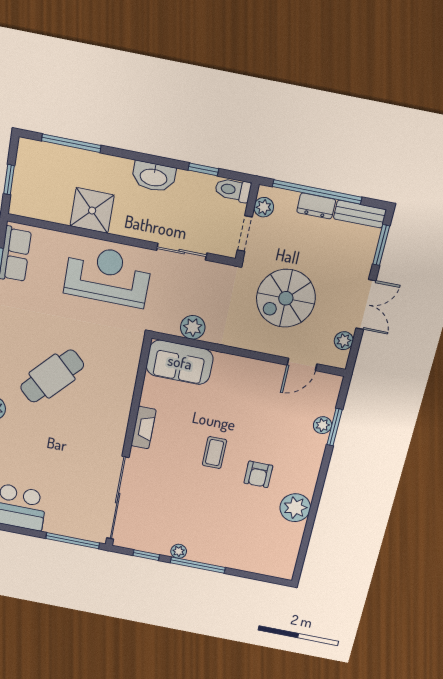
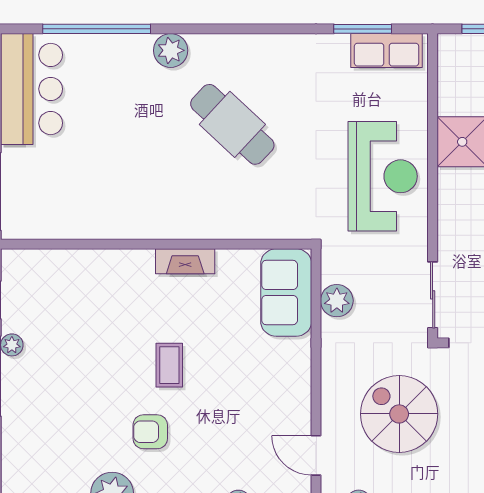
sliding door: (182, 252) -> (433, 295), moved
coffee table: (215, 453) -> (169, 365), turned 90
sliding door: (118, 498) -> (75, 244), removed

